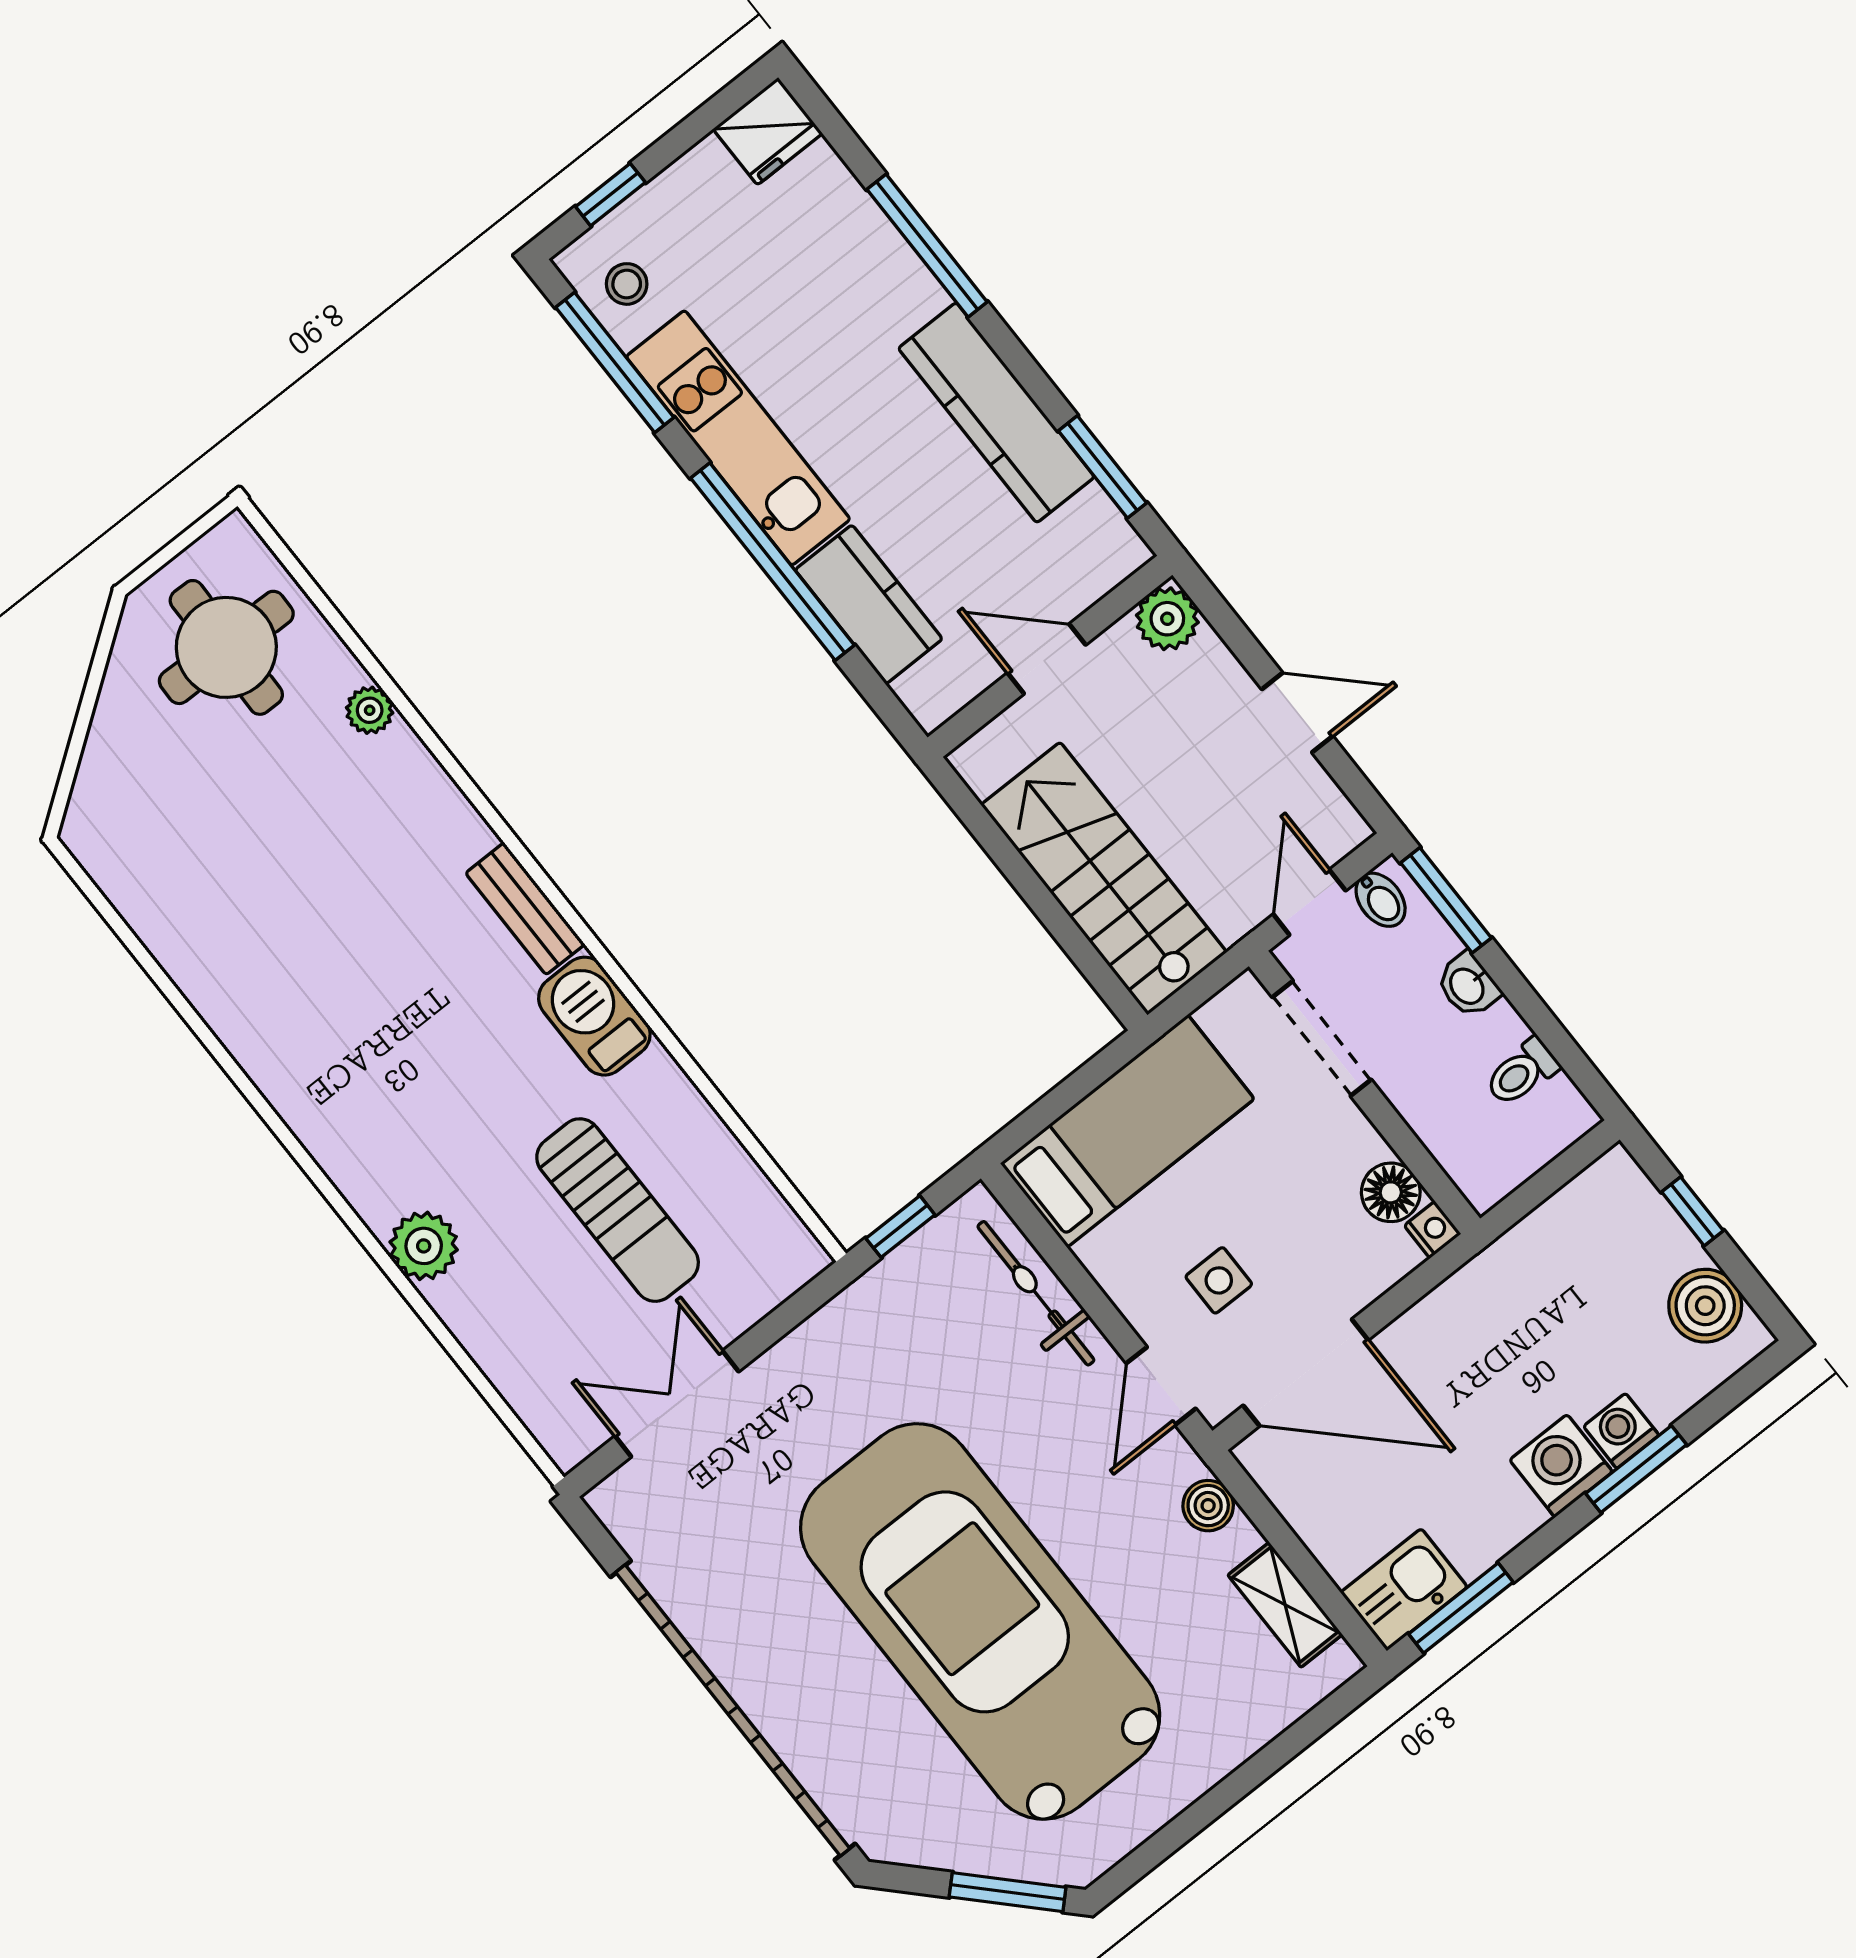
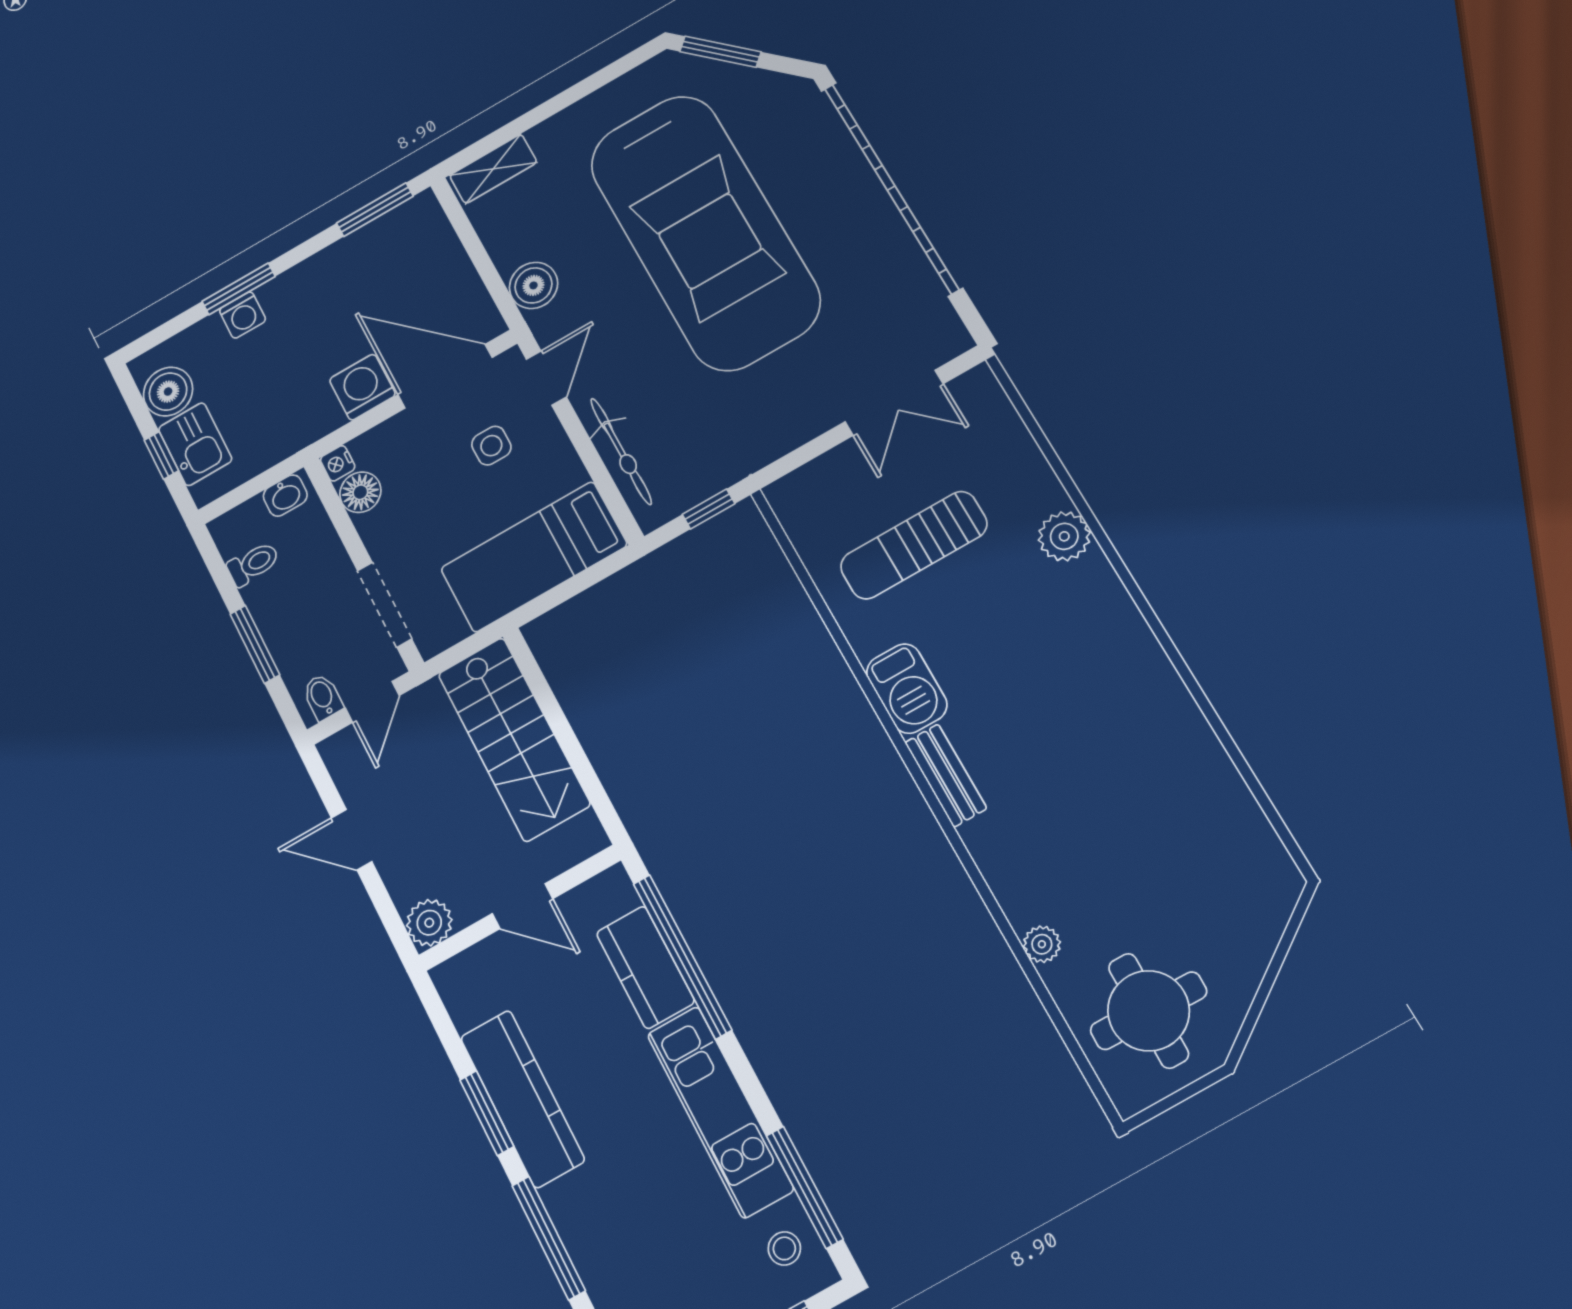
window: (1102, 467) -> (487, 1113), moved
window: (773, 562) -> (682, 956), moved
window: (1446, 900) -> (255, 644), moved
washbasin: (1468, 985) -> (285, 495), moved, turned 90
sun lounger: (618, 1210) -> (914, 545), turned -90
washing machine: (1561, 1466) -> (362, 387), moved, turned 180
boiler: (1208, 1506) -> (533, 285), width x1.36, depth x1.36
kitchen sink: (1404, 1590) -> (195, 444), moved, turned -90
shelving: (1285, 1605) -> (493, 169), moved, turned 90

